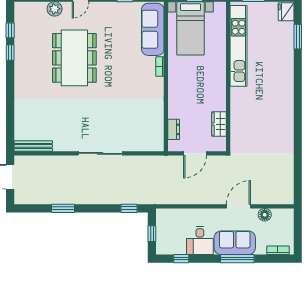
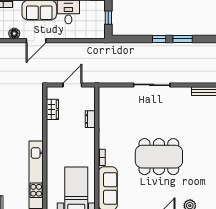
dining table: (74, 58) -> (159, 157), moved, turned 90
dresser: (174, 129) -> (90, 119), moved
window: (129, 208) -> (159, 39), moved

